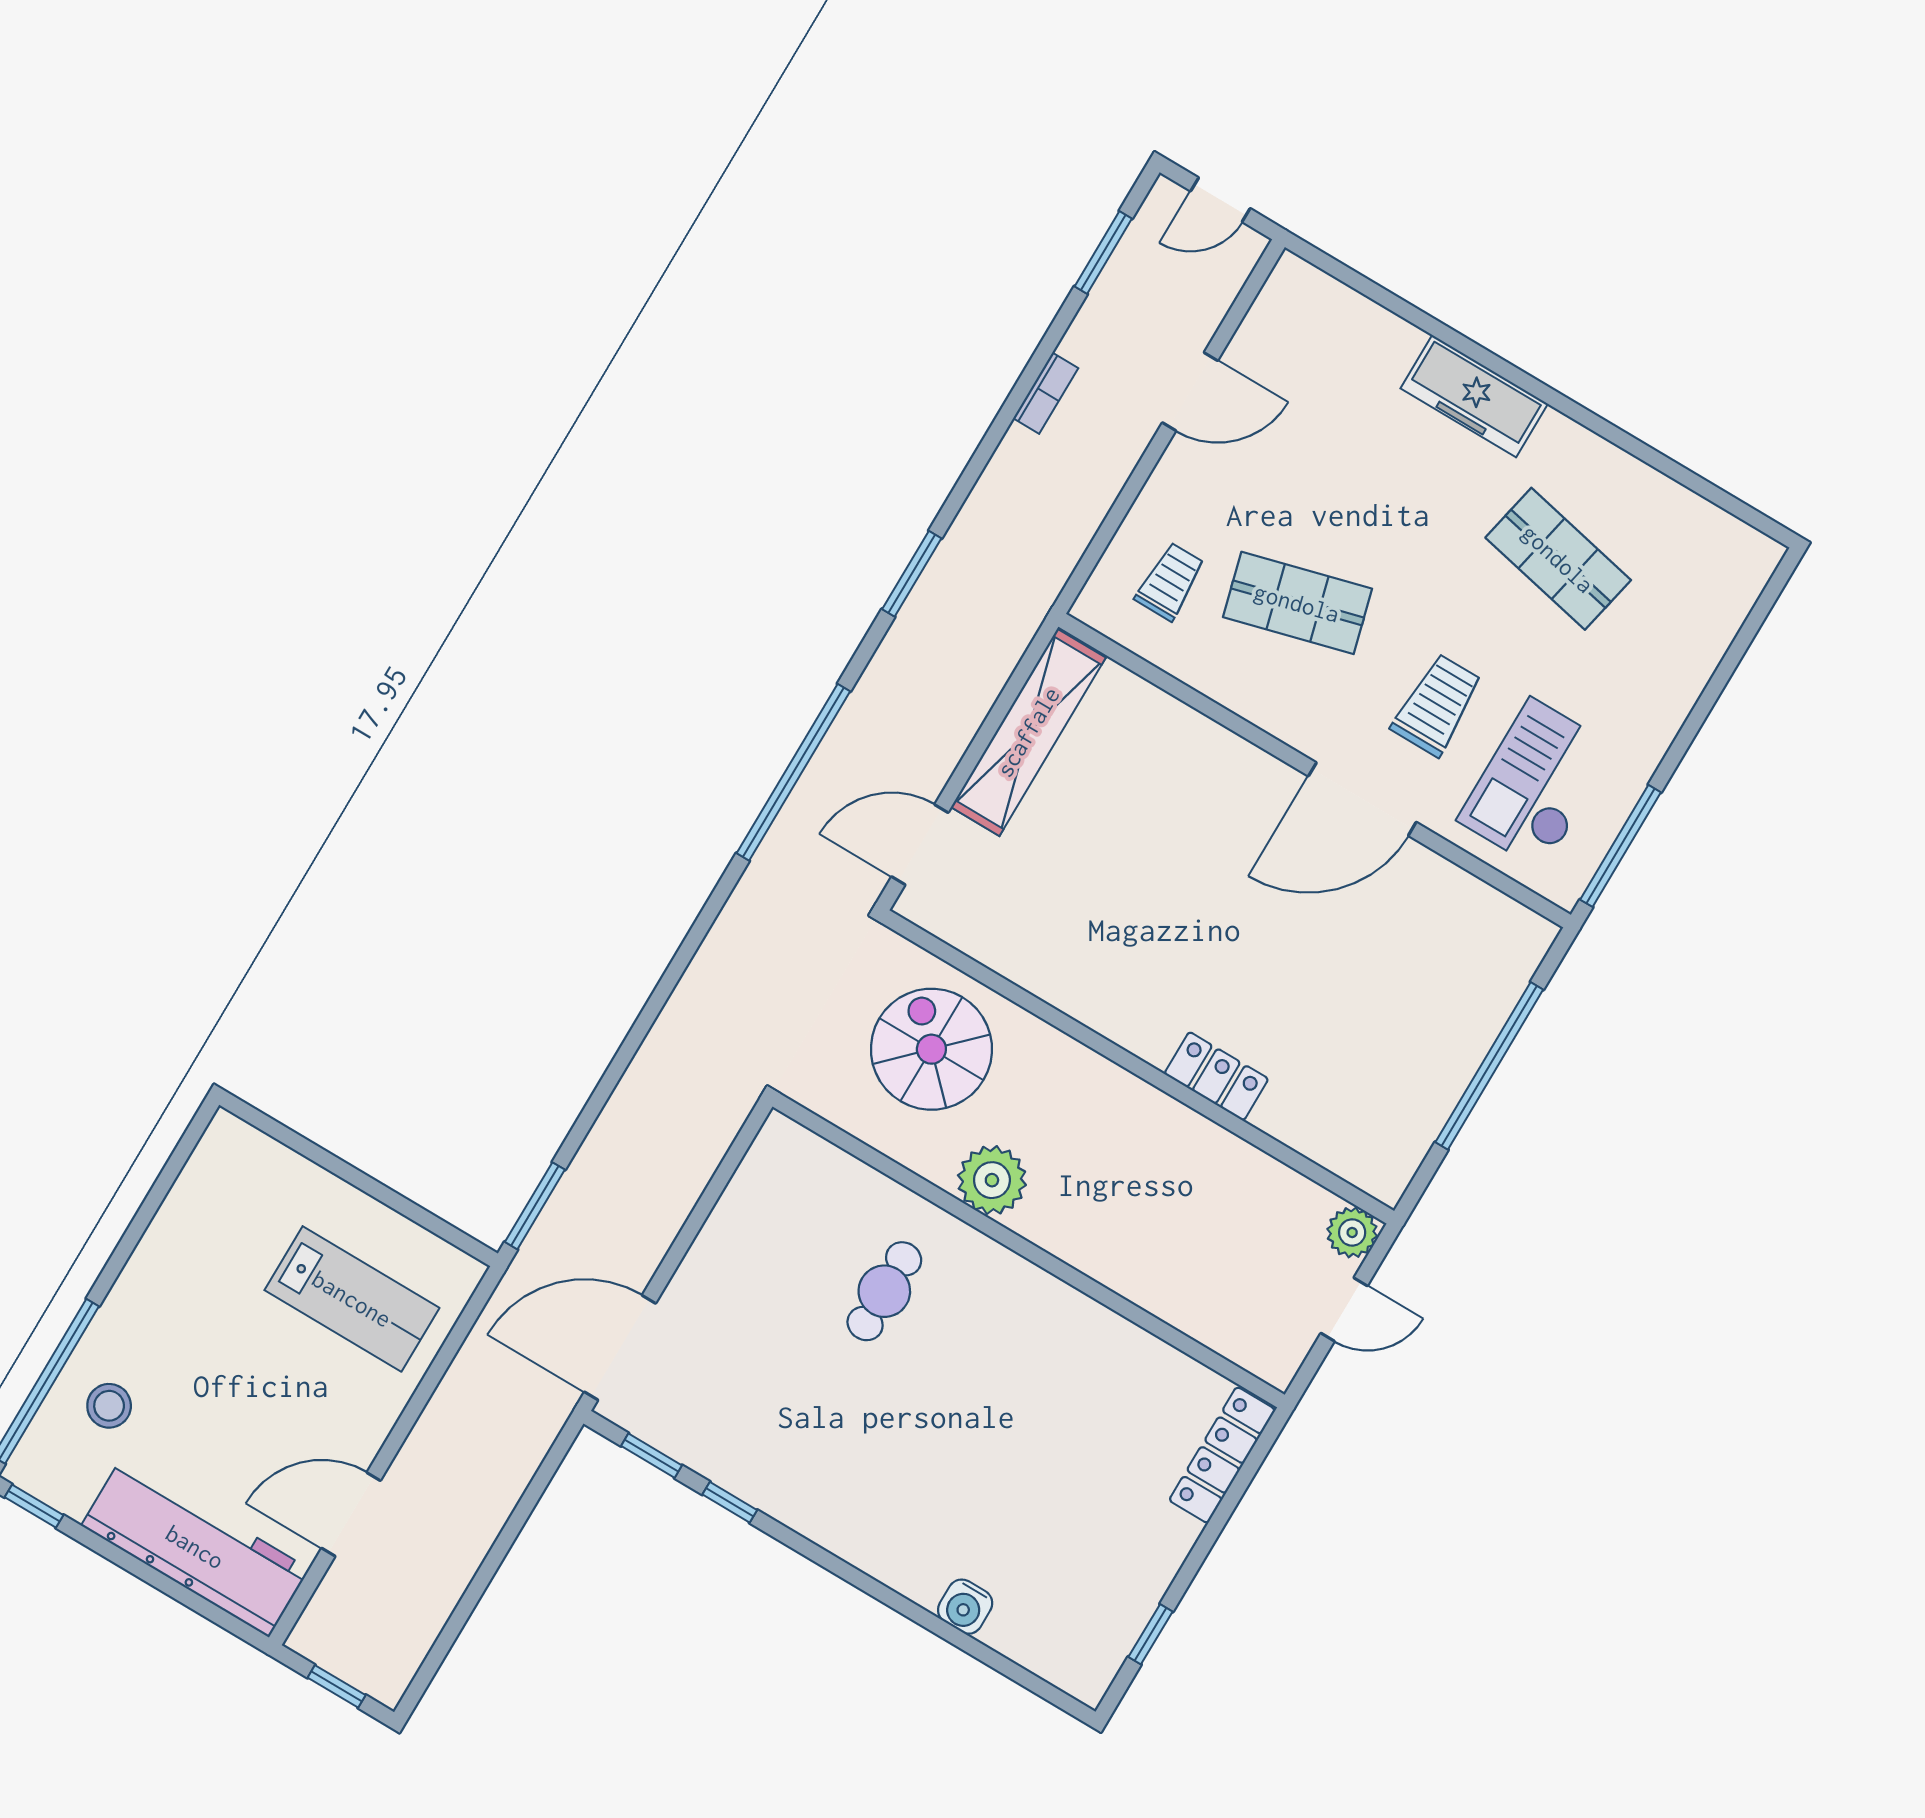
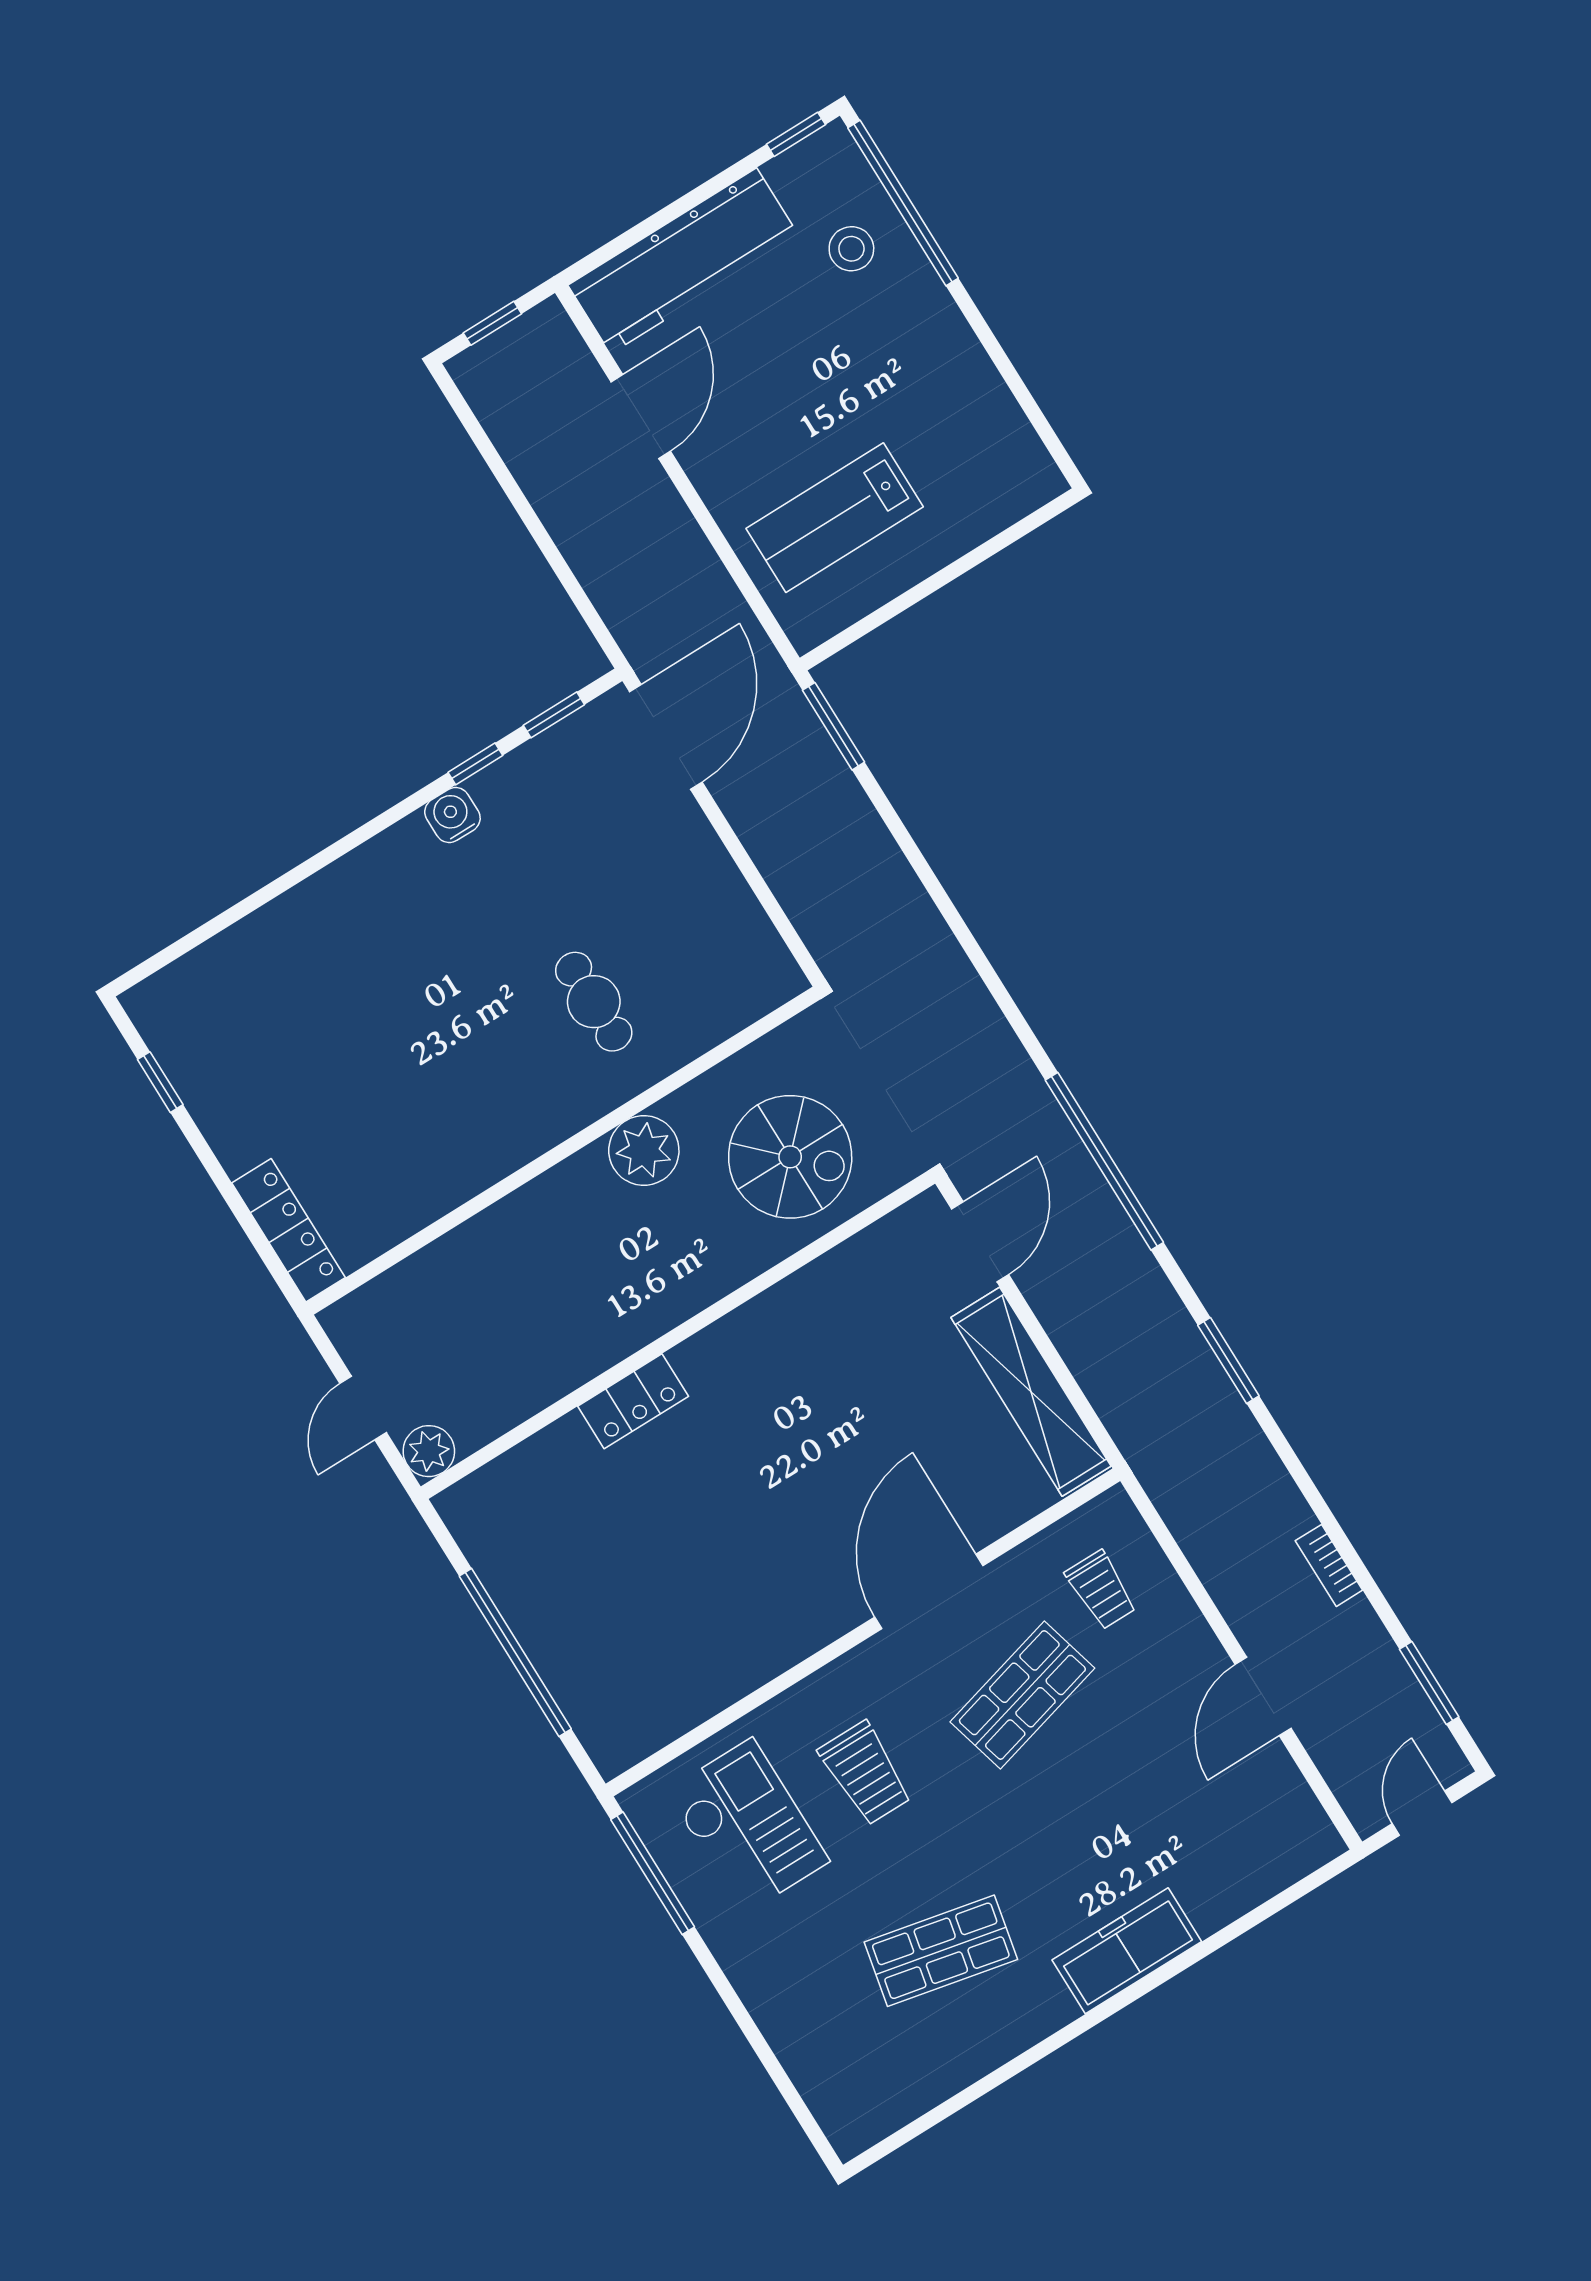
door: (1362, 799) -> (929, 1591), moved
water cooler: (965, 1607) -> (452, 815), moved

